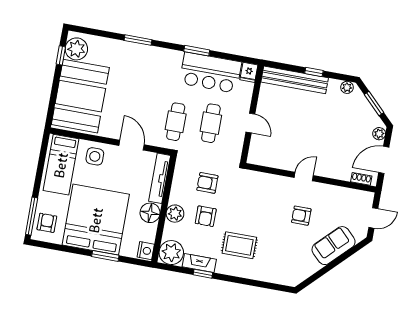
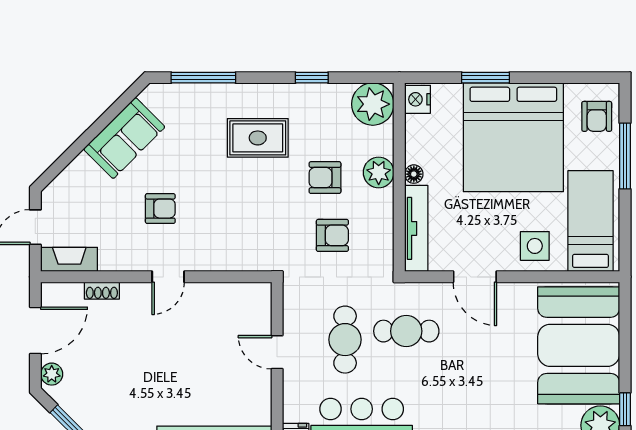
cafe table: (176, 122) -> (406, 331), turned 90
shoe rack: (361, 179) -> (102, 291), moved
floor lamp: (150, 213) -> (414, 174), width x0.53, depth x0.53
window: (32, 216) -> (625, 156), moved
armchair: (206, 216) -> (325, 178), turned -90
sofa: (334, 246) -> (124, 138), moved
fireplace: (199, 263) -> (69, 259), moved, turned 180
window: (264, 285) -> (203, 78), added

